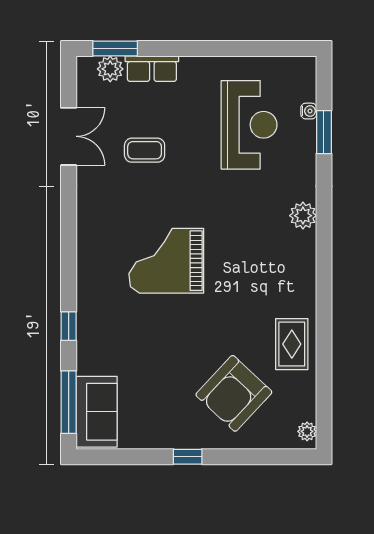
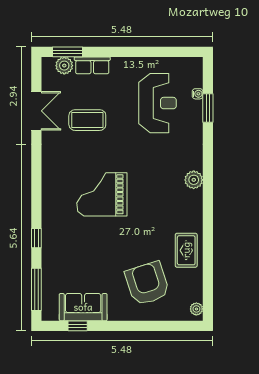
coffee table: (145, 150) -> (87, 120), width x1.36, depth x1.30
plant: (303, 216) -> (194, 180), moved
armchair: (234, 393) -> (147, 283), turned 119
sofa: (97, 412) -> (83, 307), moved, turned -90
window: (188, 457) -> (78, 326), moved

